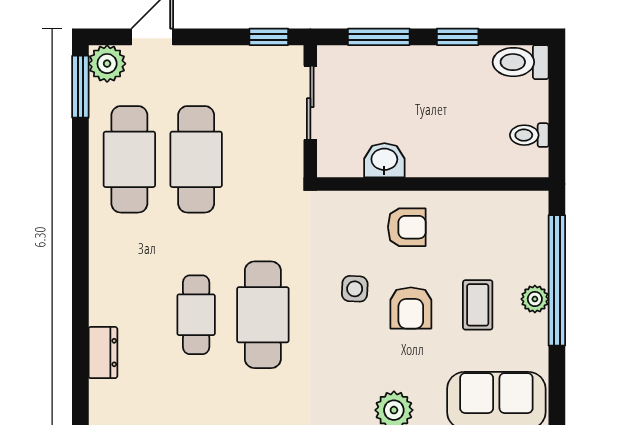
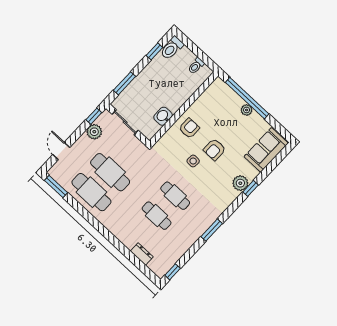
window: (458, 37) -> (154, 51), moved
plant: (107, 64) -> (94, 132), moved
coffee table: (478, 305) -> (232, 129), removed
armchair: (411, 308) -> (215, 150), turned 90
cafe table: (263, 315) -> (175, 196), width x0.73, depth x0.74

